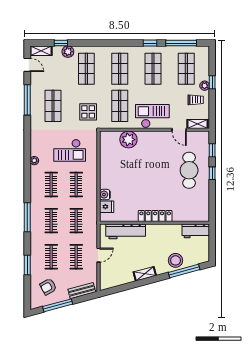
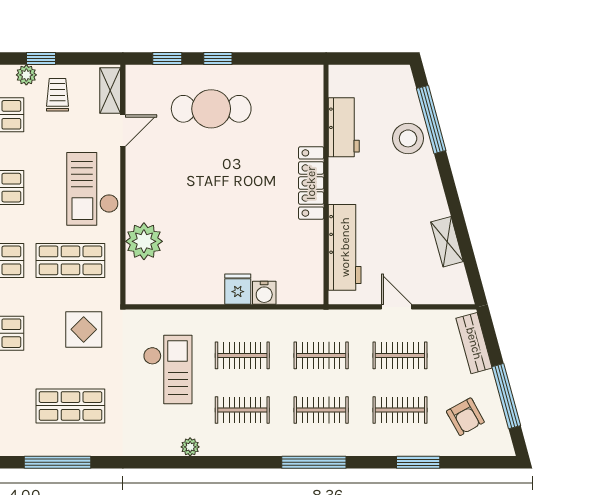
window: (212, 82) -> (41, 59), moved
fridge: (107, 207) -> (238, 289), moved
workbench: (196, 231) -> (344, 127), moved
shelving: (145, 274) -> (447, 242), moved

